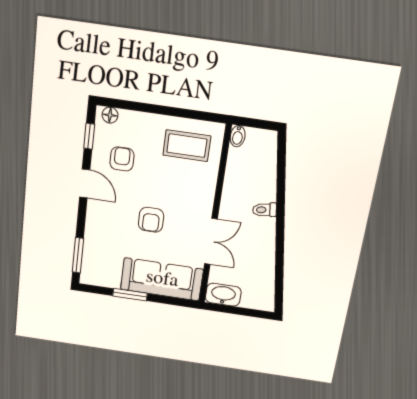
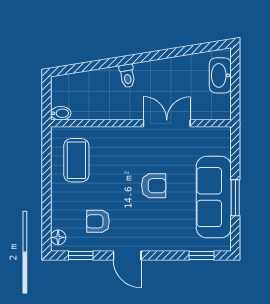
door: (85, 183) -> (127, 256), swing flipped
window: (78, 255) -> (201, 256), width x0.67
sofa: (162, 279) -> (214, 197), moved
washbasin: (223, 295) -> (220, 75), moved

